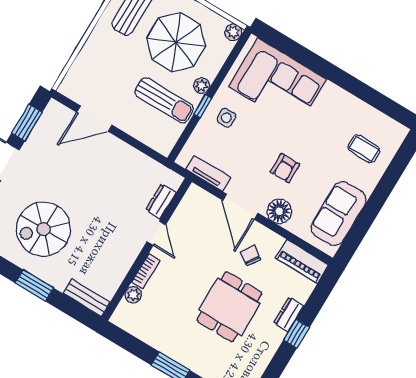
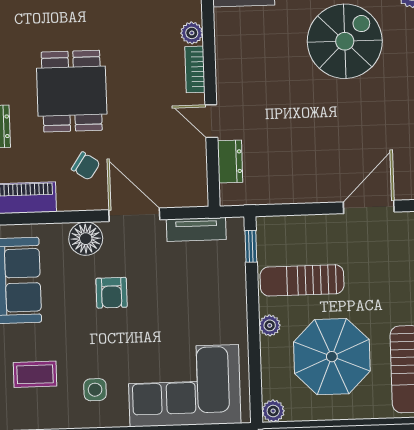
window: (203, 106) -> (251, 246), moved
side table: (226, 118) -> (95, 390), moved
armchair: (285, 168) -> (112, 293), turned 180

